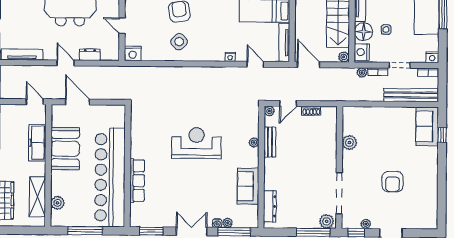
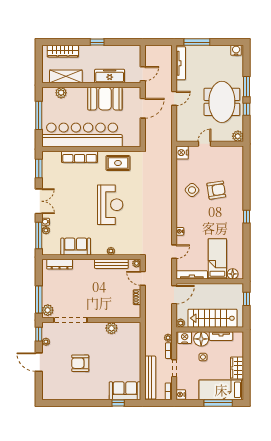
dresser: (90, 55) -> (181, 118), removed
rug: (145, 133) -> (118, 163), added
bench: (270, 142) -> (111, 264), width x1.36

